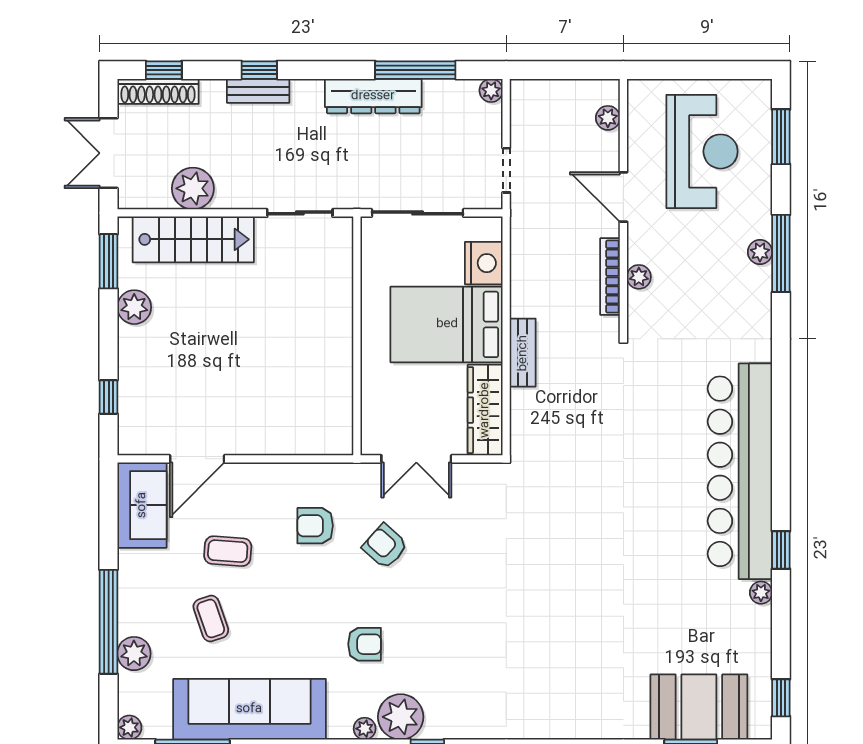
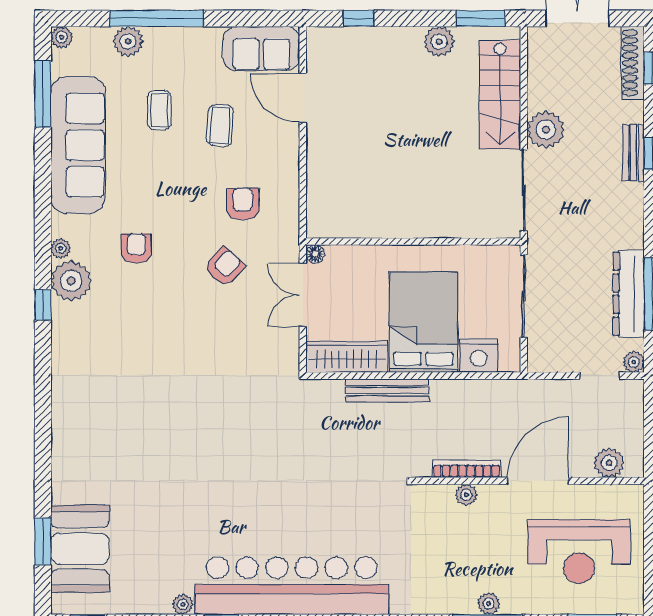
dresser: (373, 96) -> (629, 294), moved
plant: (608, 118) -> (609, 463), width x1.38, depth x1.38
doorway: (506, 170) -> (600, 376), moved
plant: (193, 188) -> (546, 130), moved
door: (623, 197) -> (538, 481), width x1.36
sliding door: (300, 213) -> (524, 190), width x1.37
bench: (523, 353) -> (387, 390), width x1.36
floor lamp: (371, 445) -> (315, 254), added
coffee table: (211, 618) -> (160, 110), turned -71
armchair: (364, 644) -> (136, 248), turned 180

